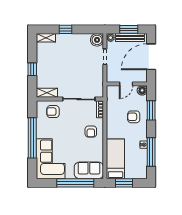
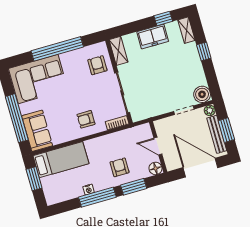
freezer: (43, 64) -> (153, 37), added
window: (32, 69) -> (163, 19), moved
window: (151, 152) -> (97, 197), moved

